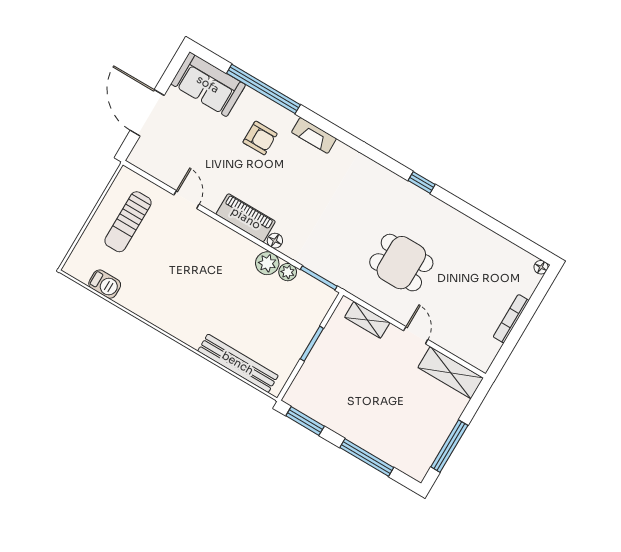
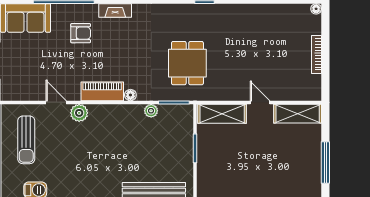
plant: (267, 263) -> (79, 113), moved
dining table: (401, 263) -> (187, 63), moved, turned 90
shelving: (367, 320) -> (222, 114), width x1.50, depth x1.33

